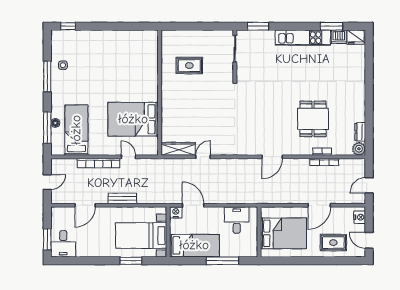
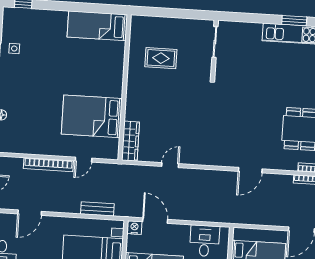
window: (258, 26) -> (294, 21), moved
bed: (76, 130) -> (97, 26), moved, turned -90
wardrobe: (178, 149) -> (131, 141), moved, turned 90
door: (128, 157) -> (84, 160), swing flipped
bench: (122, 198) -> (97, 209), moved

